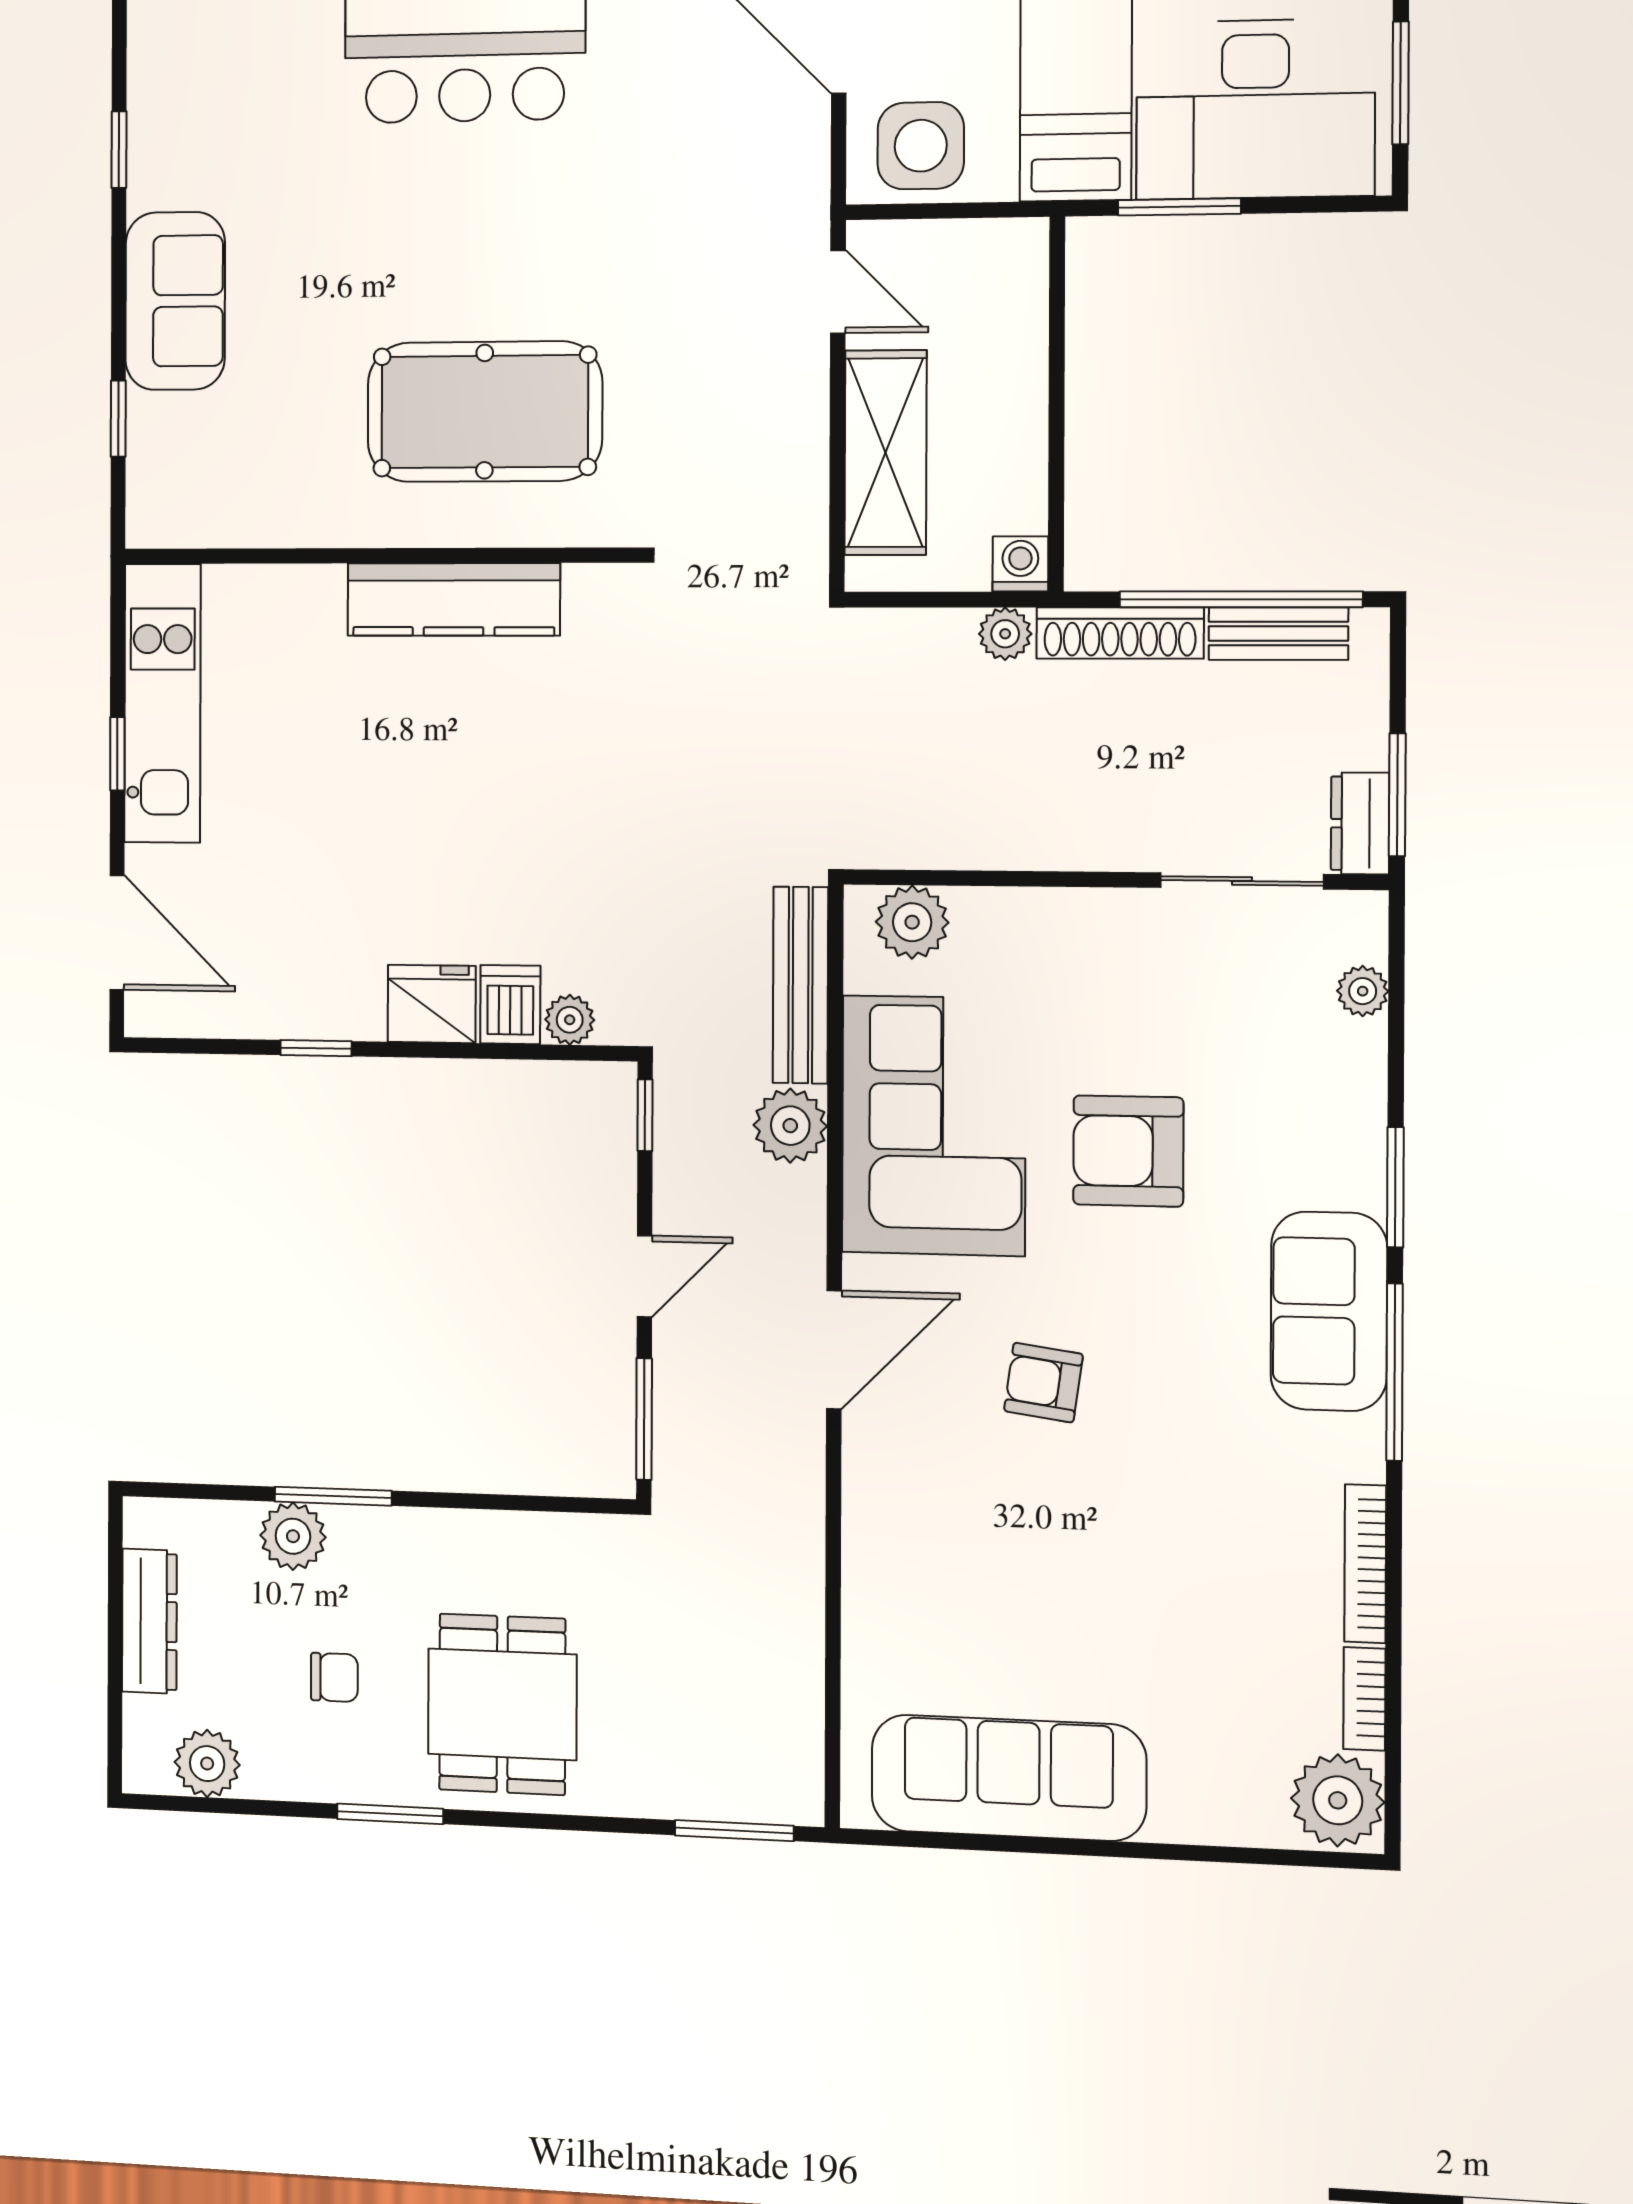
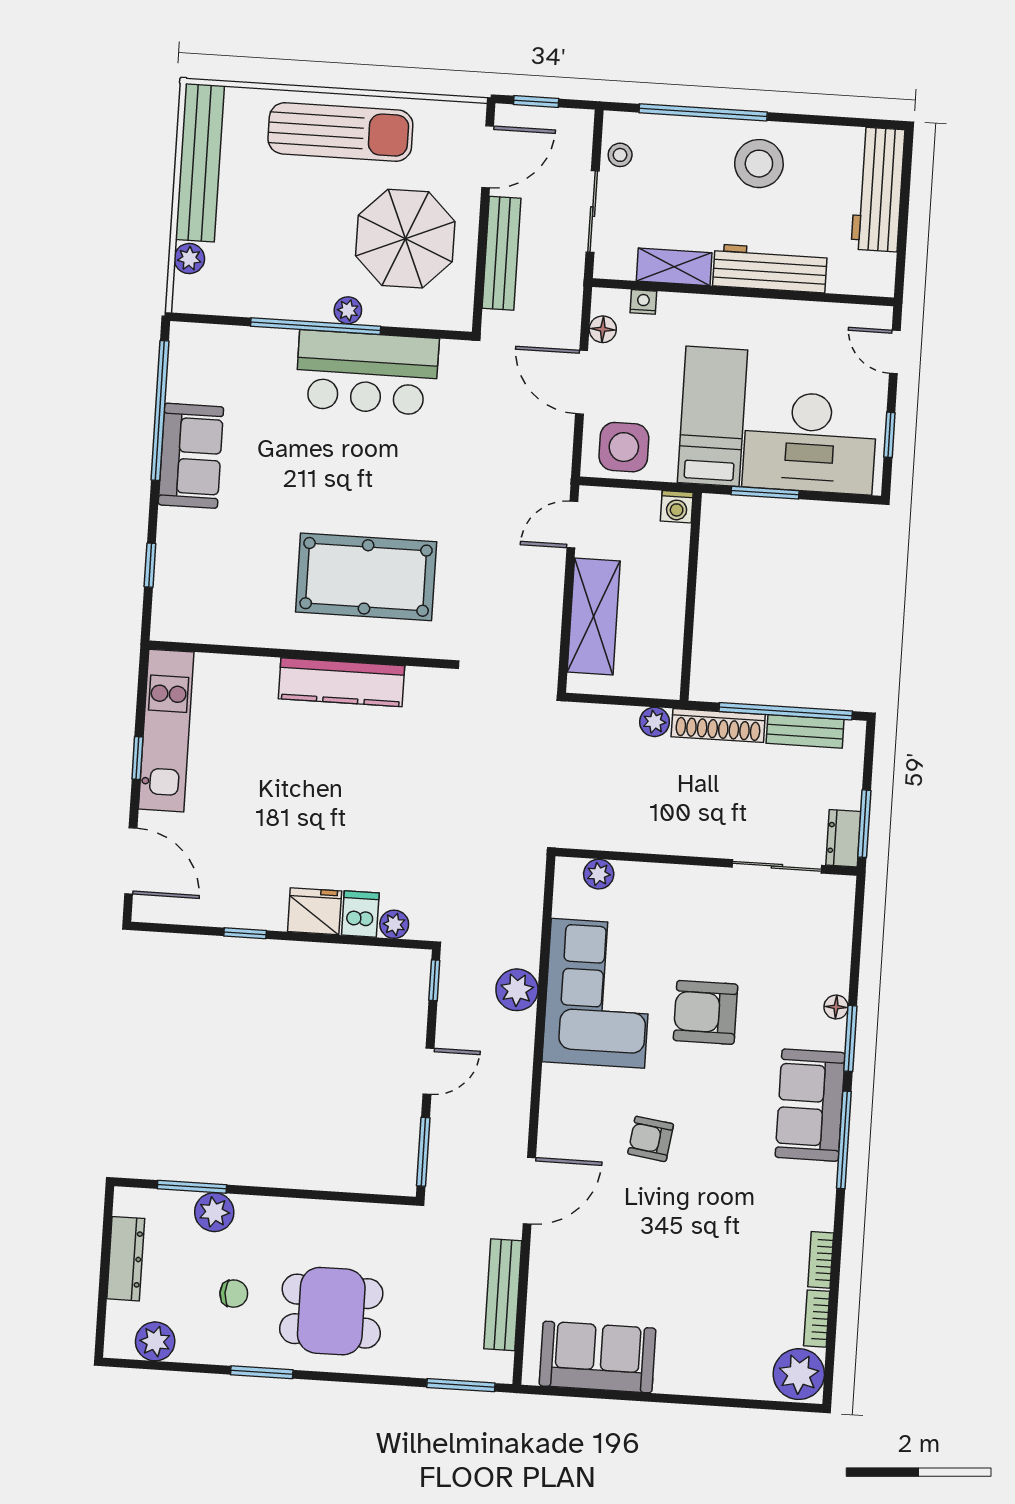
window: (1401, 83) -> (889, 435), width x0.67
window: (119, 150) -> (160, 410), width x3.17
door: (838, 292) -> (572, 525), swing flipped
sofa: (175, 301) -> (191, 456), moved
washing machine: (1020, 564) -> (677, 507), moved, turned 180
plant: (912, 922) -> (599, 874), width x0.73, depth x0.73
bench: (801, 985) -> (503, 1295), moved
plant: (1363, 991) -> (839, 930), removed
floor lamp: (1366, 1131) -> (836, 1007), added
door: (834, 1350) -> (529, 1191), moved
window: (333, 1496) -> (192, 1187), moved
bookcase: (1365, 1564) -> (821, 1260), width x0.64
dining table: (502, 1704) -> (331, 1311), turned 90
sofa: (1008, 1778) -> (597, 1357), width x0.73

